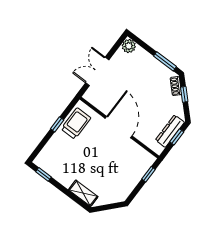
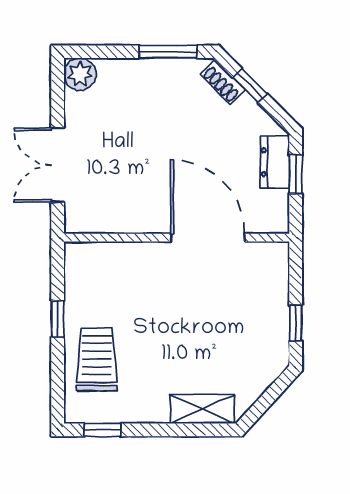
trolley: (76, 123) -> (97, 359), moved
door: (119, 127) -> (208, 238), moved
dresser: (170, 131) -> (275, 162), width x0.70
window: (148, 174) -> (296, 323), moved

